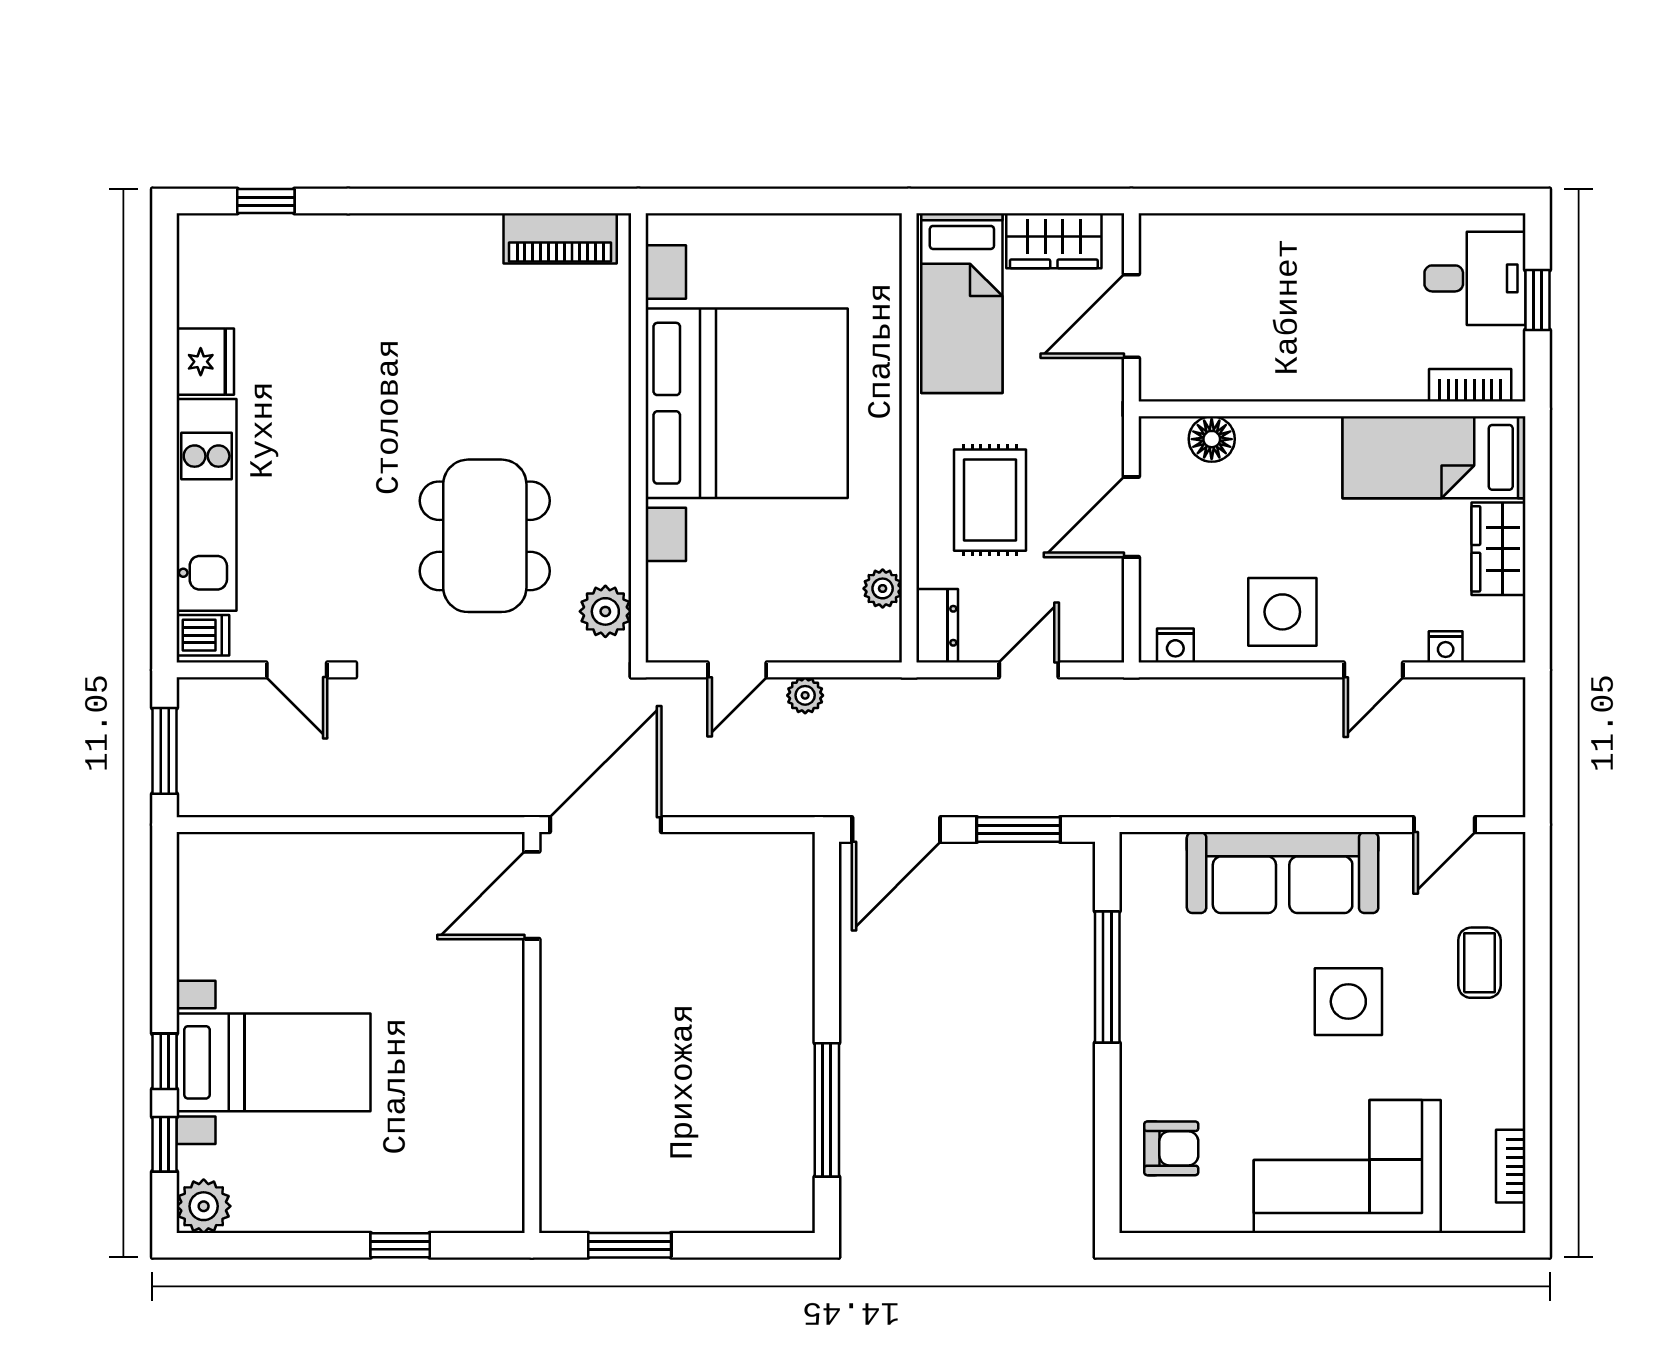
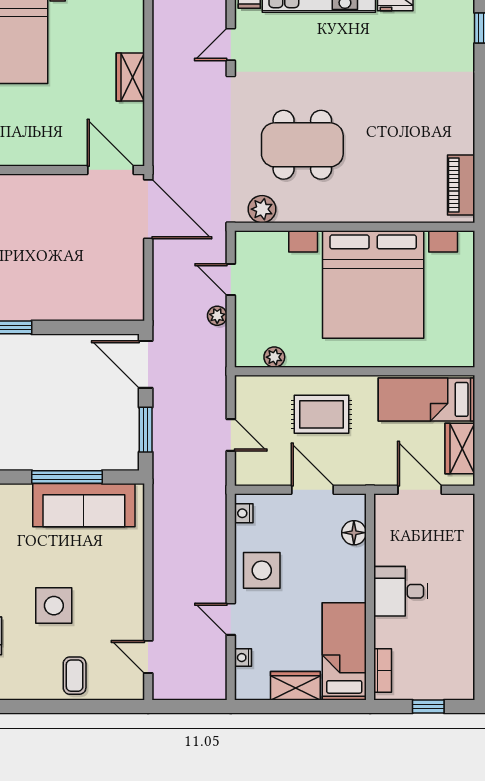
desk: (1475, 278) -> (401, 591), moved, turned 90
dresser: (937, 626) -> (254, 386), removed
wardrobe: (358, 858) -> (130, 77), added
sofa: (1283, 873) -> (84, 505), moved, turned -90
coffee table: (1480, 963) -> (75, 676), turned 90

